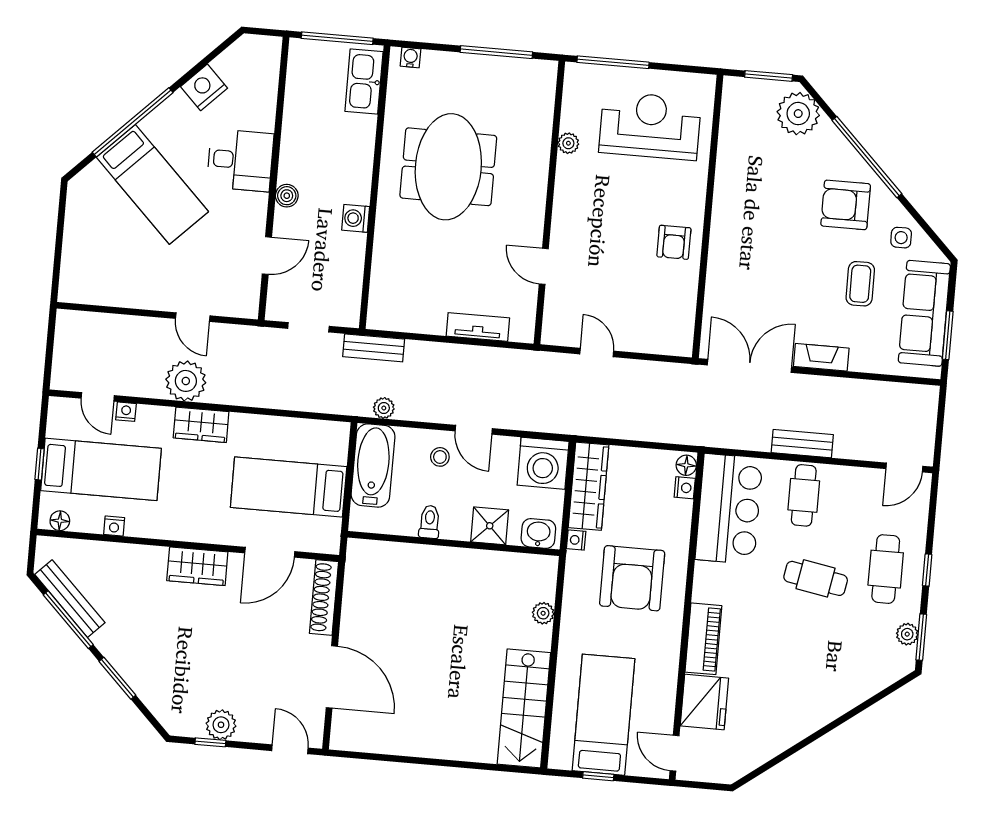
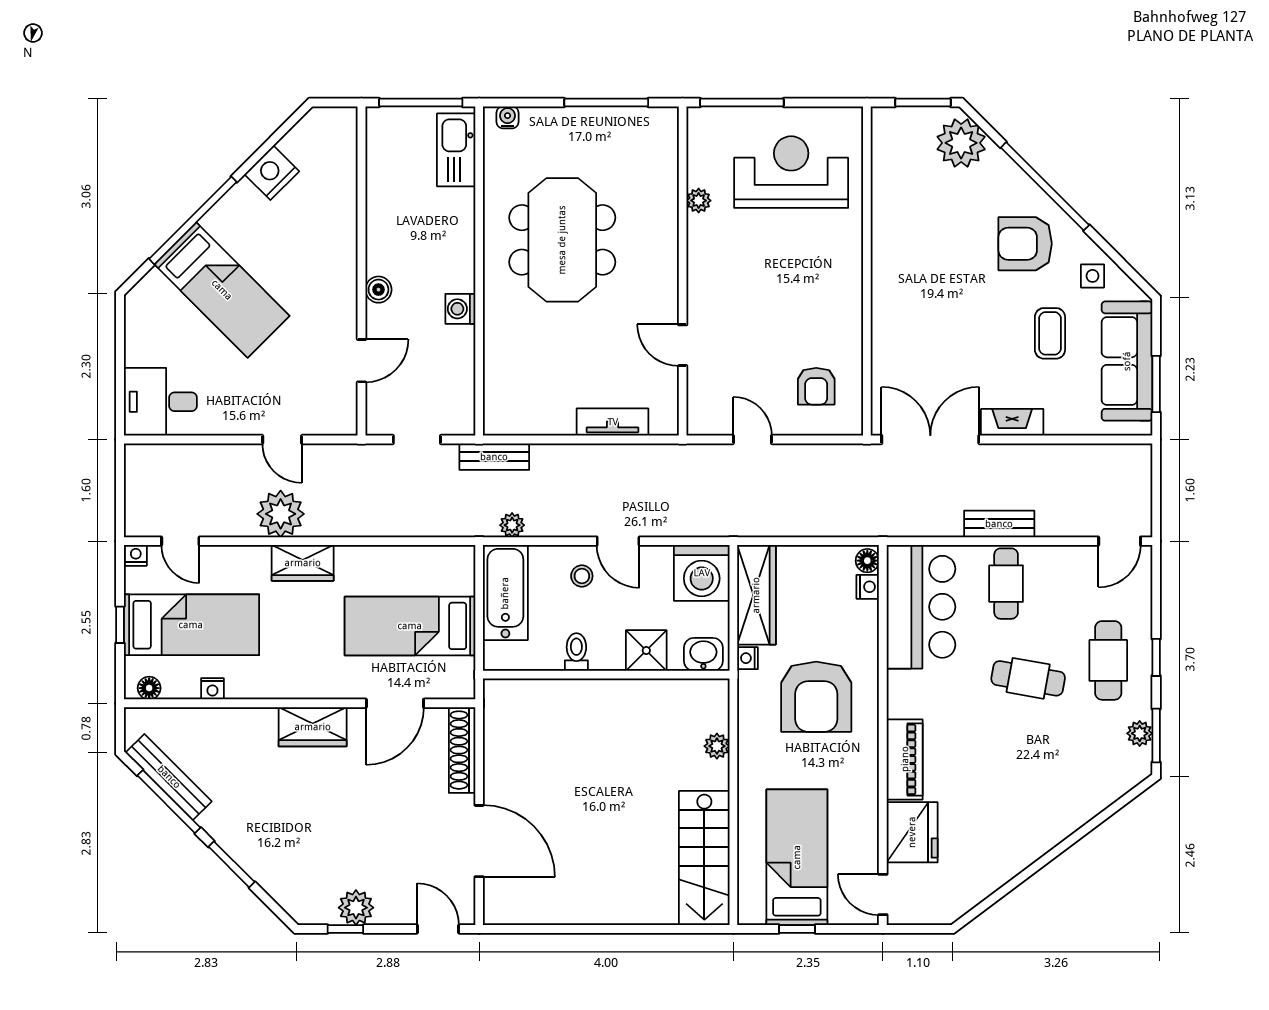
desk: (240, 160) -> (160, 402), moved, turned 180
armchair: (674, 242) -> (816, 386), moved
nightstand: (126, 412) -> (136, 555), moved

